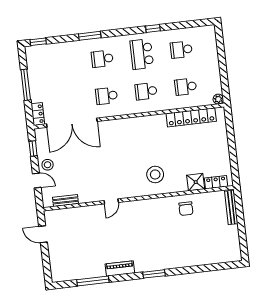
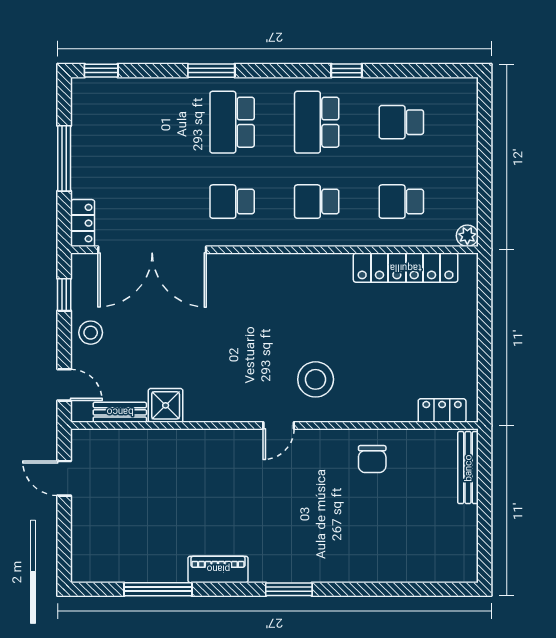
school desk: (102, 59) -> (232, 122), width x1.85
door: (37, 181) -> (64, 385), moved
shower: (196, 182) -> (166, 405), moved
door: (111, 201) -> (279, 426), moved

